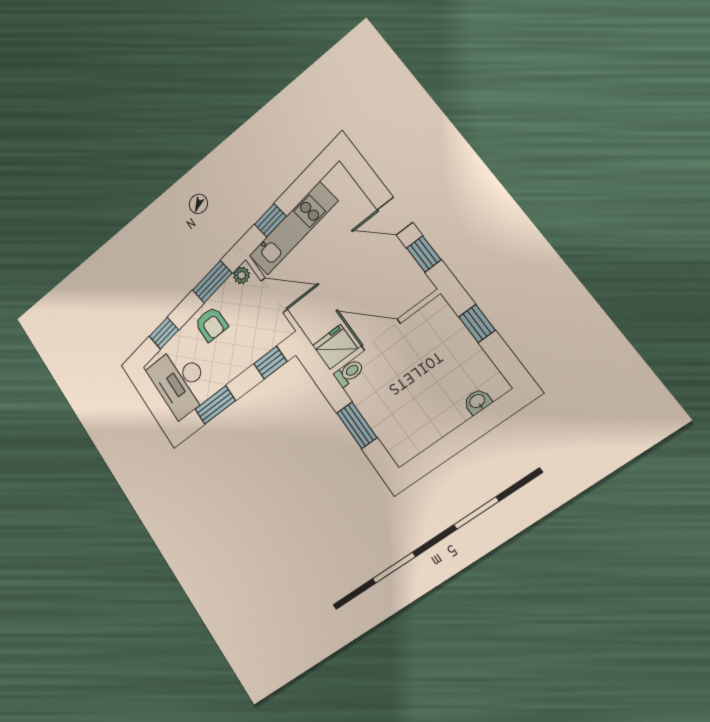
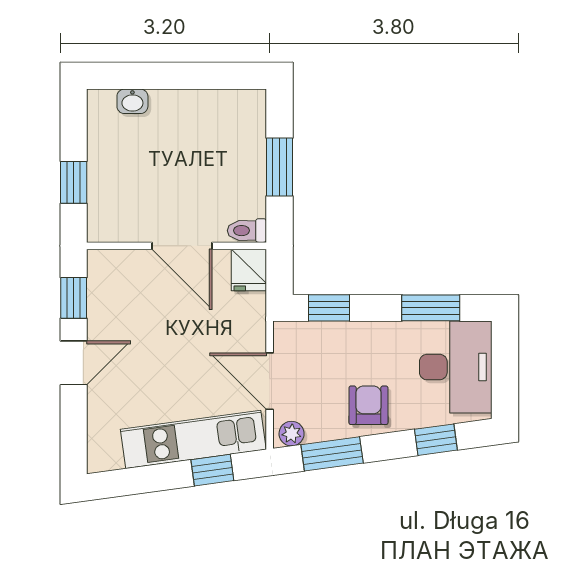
door: (395, 216) -> (74, 363), hinge flipped
fridge: (335, 347) -> (249, 270), width x0.72

